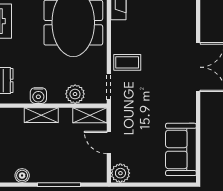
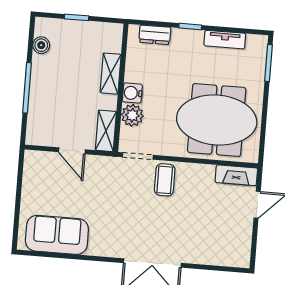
water cooler: (38, 96) -> (132, 93), moved
door: (109, 142) -> (72, 151), swing flipped
plant: (120, 173) -> (35, 161), removed

